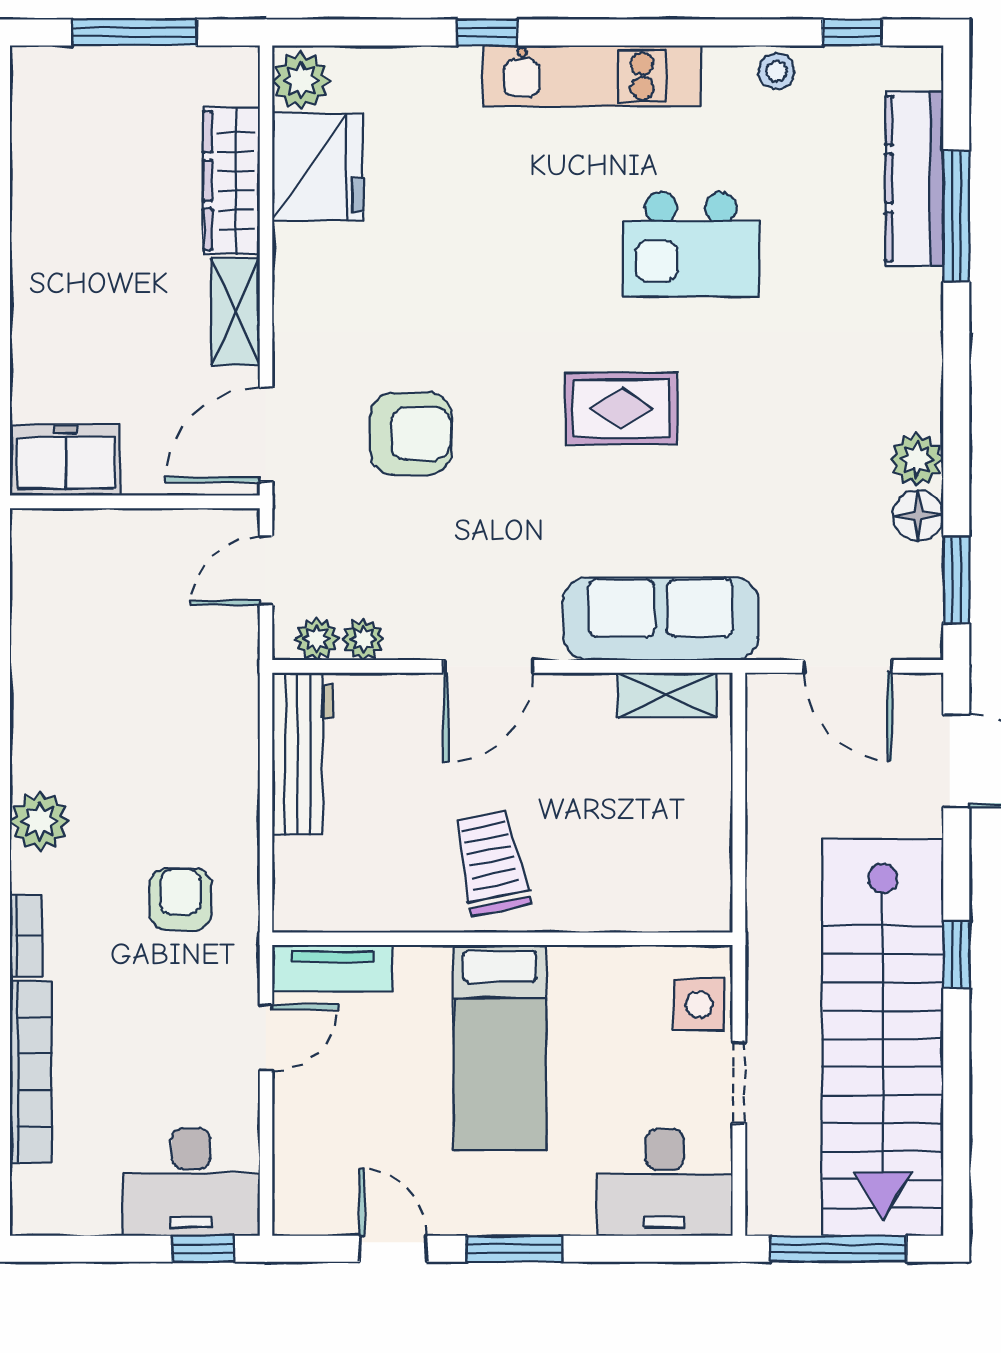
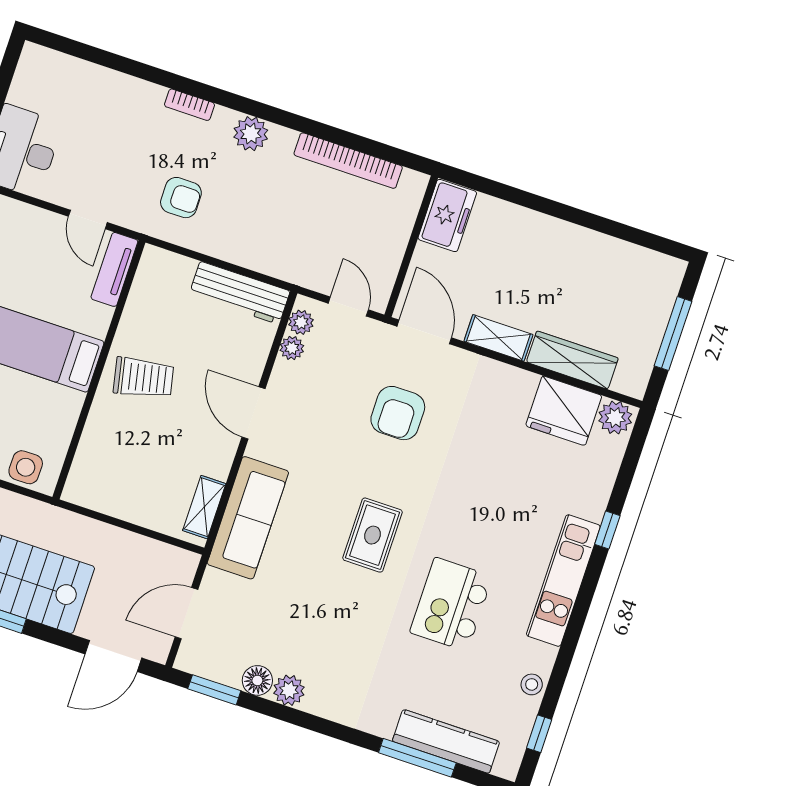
bookcase: (31, 1072) -> (348, 161), moved

